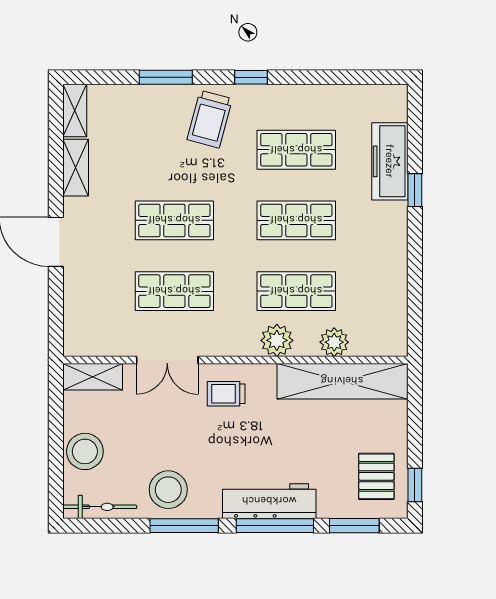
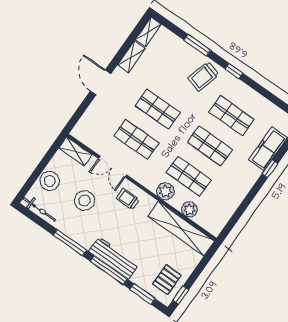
stool: (168, 490) -> (85, 201), moved

